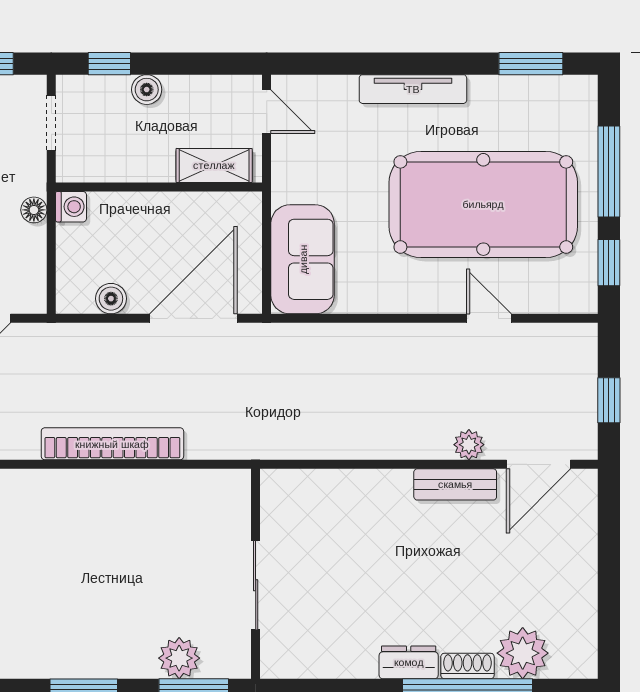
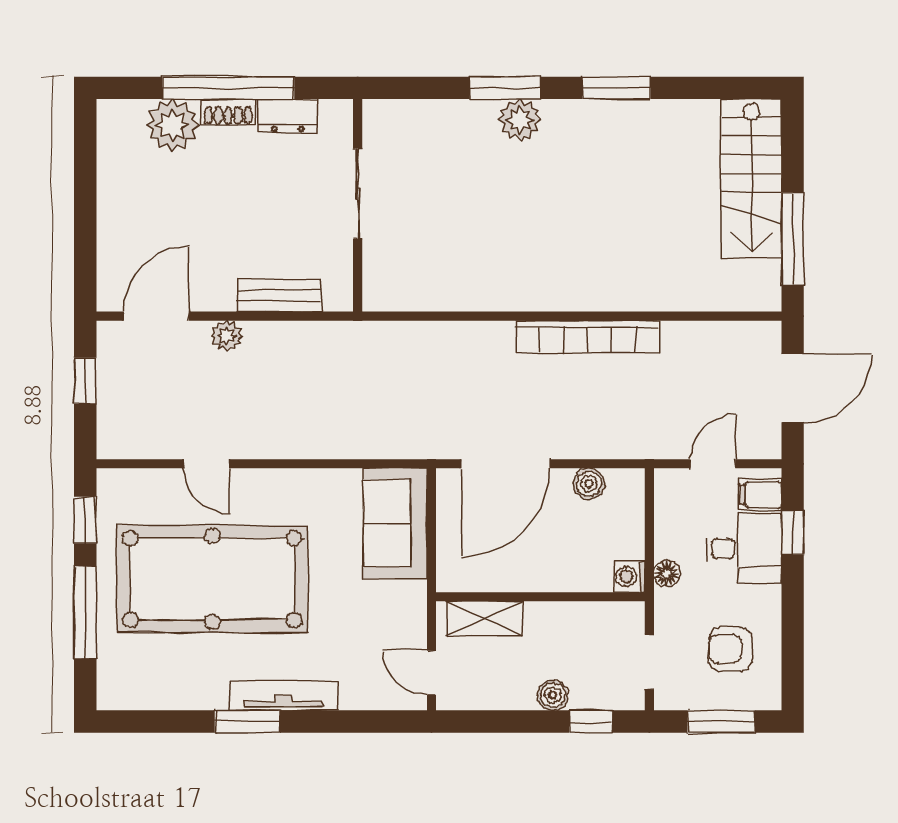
window: (531, 64) -> (247, 721), moved
bench: (455, 484) -> (279, 296), moved
wall: (256, 574) -> (358, 205), moved
sliding door: (256, 585) -> (358, 194), moved

